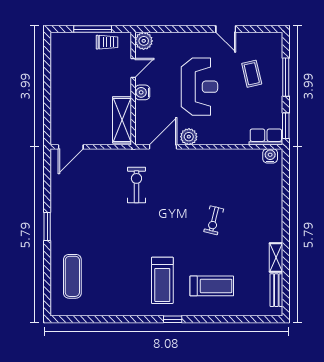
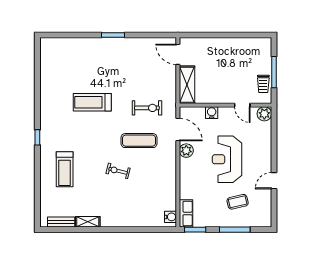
reception desk: (199, 87) -> (227, 159), turned 90
water cooler: (142, 92) -> (212, 113), moved
shelving: (122, 120) -> (187, 85), moved, turned 90
exercise mat: (72, 276) -> (139, 141), moved
treadmill: (162, 280) -> (92, 102), moved

